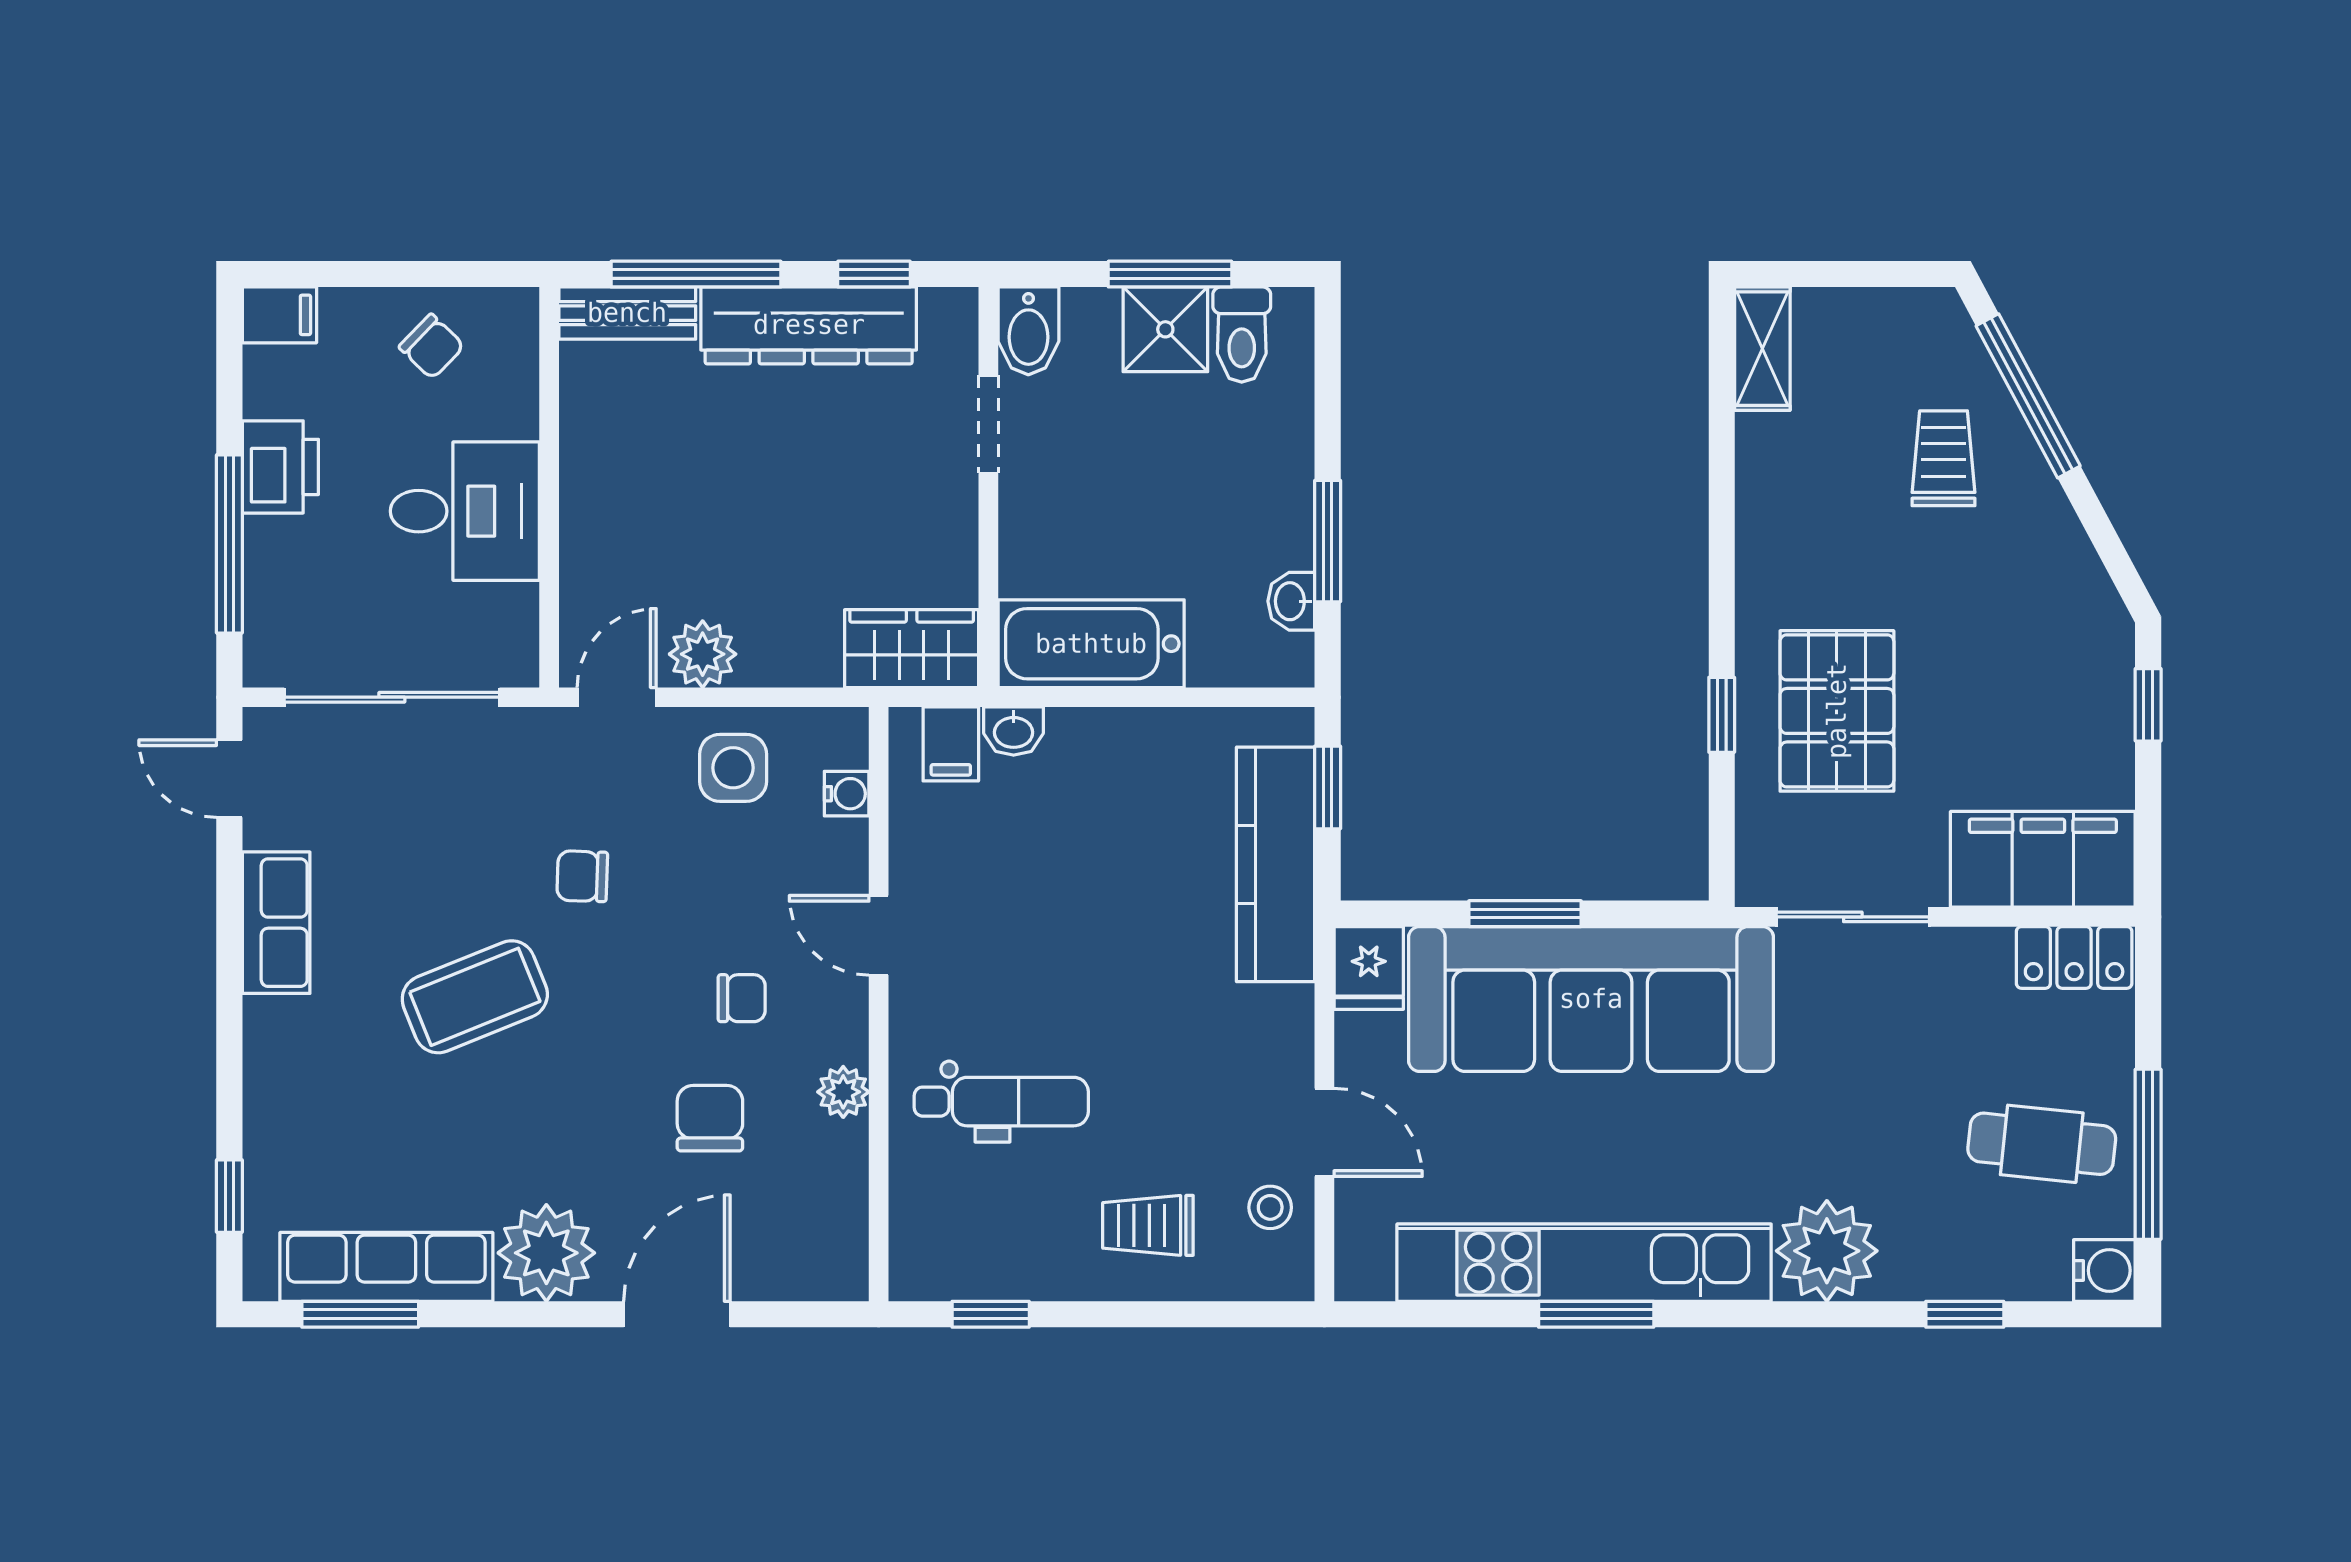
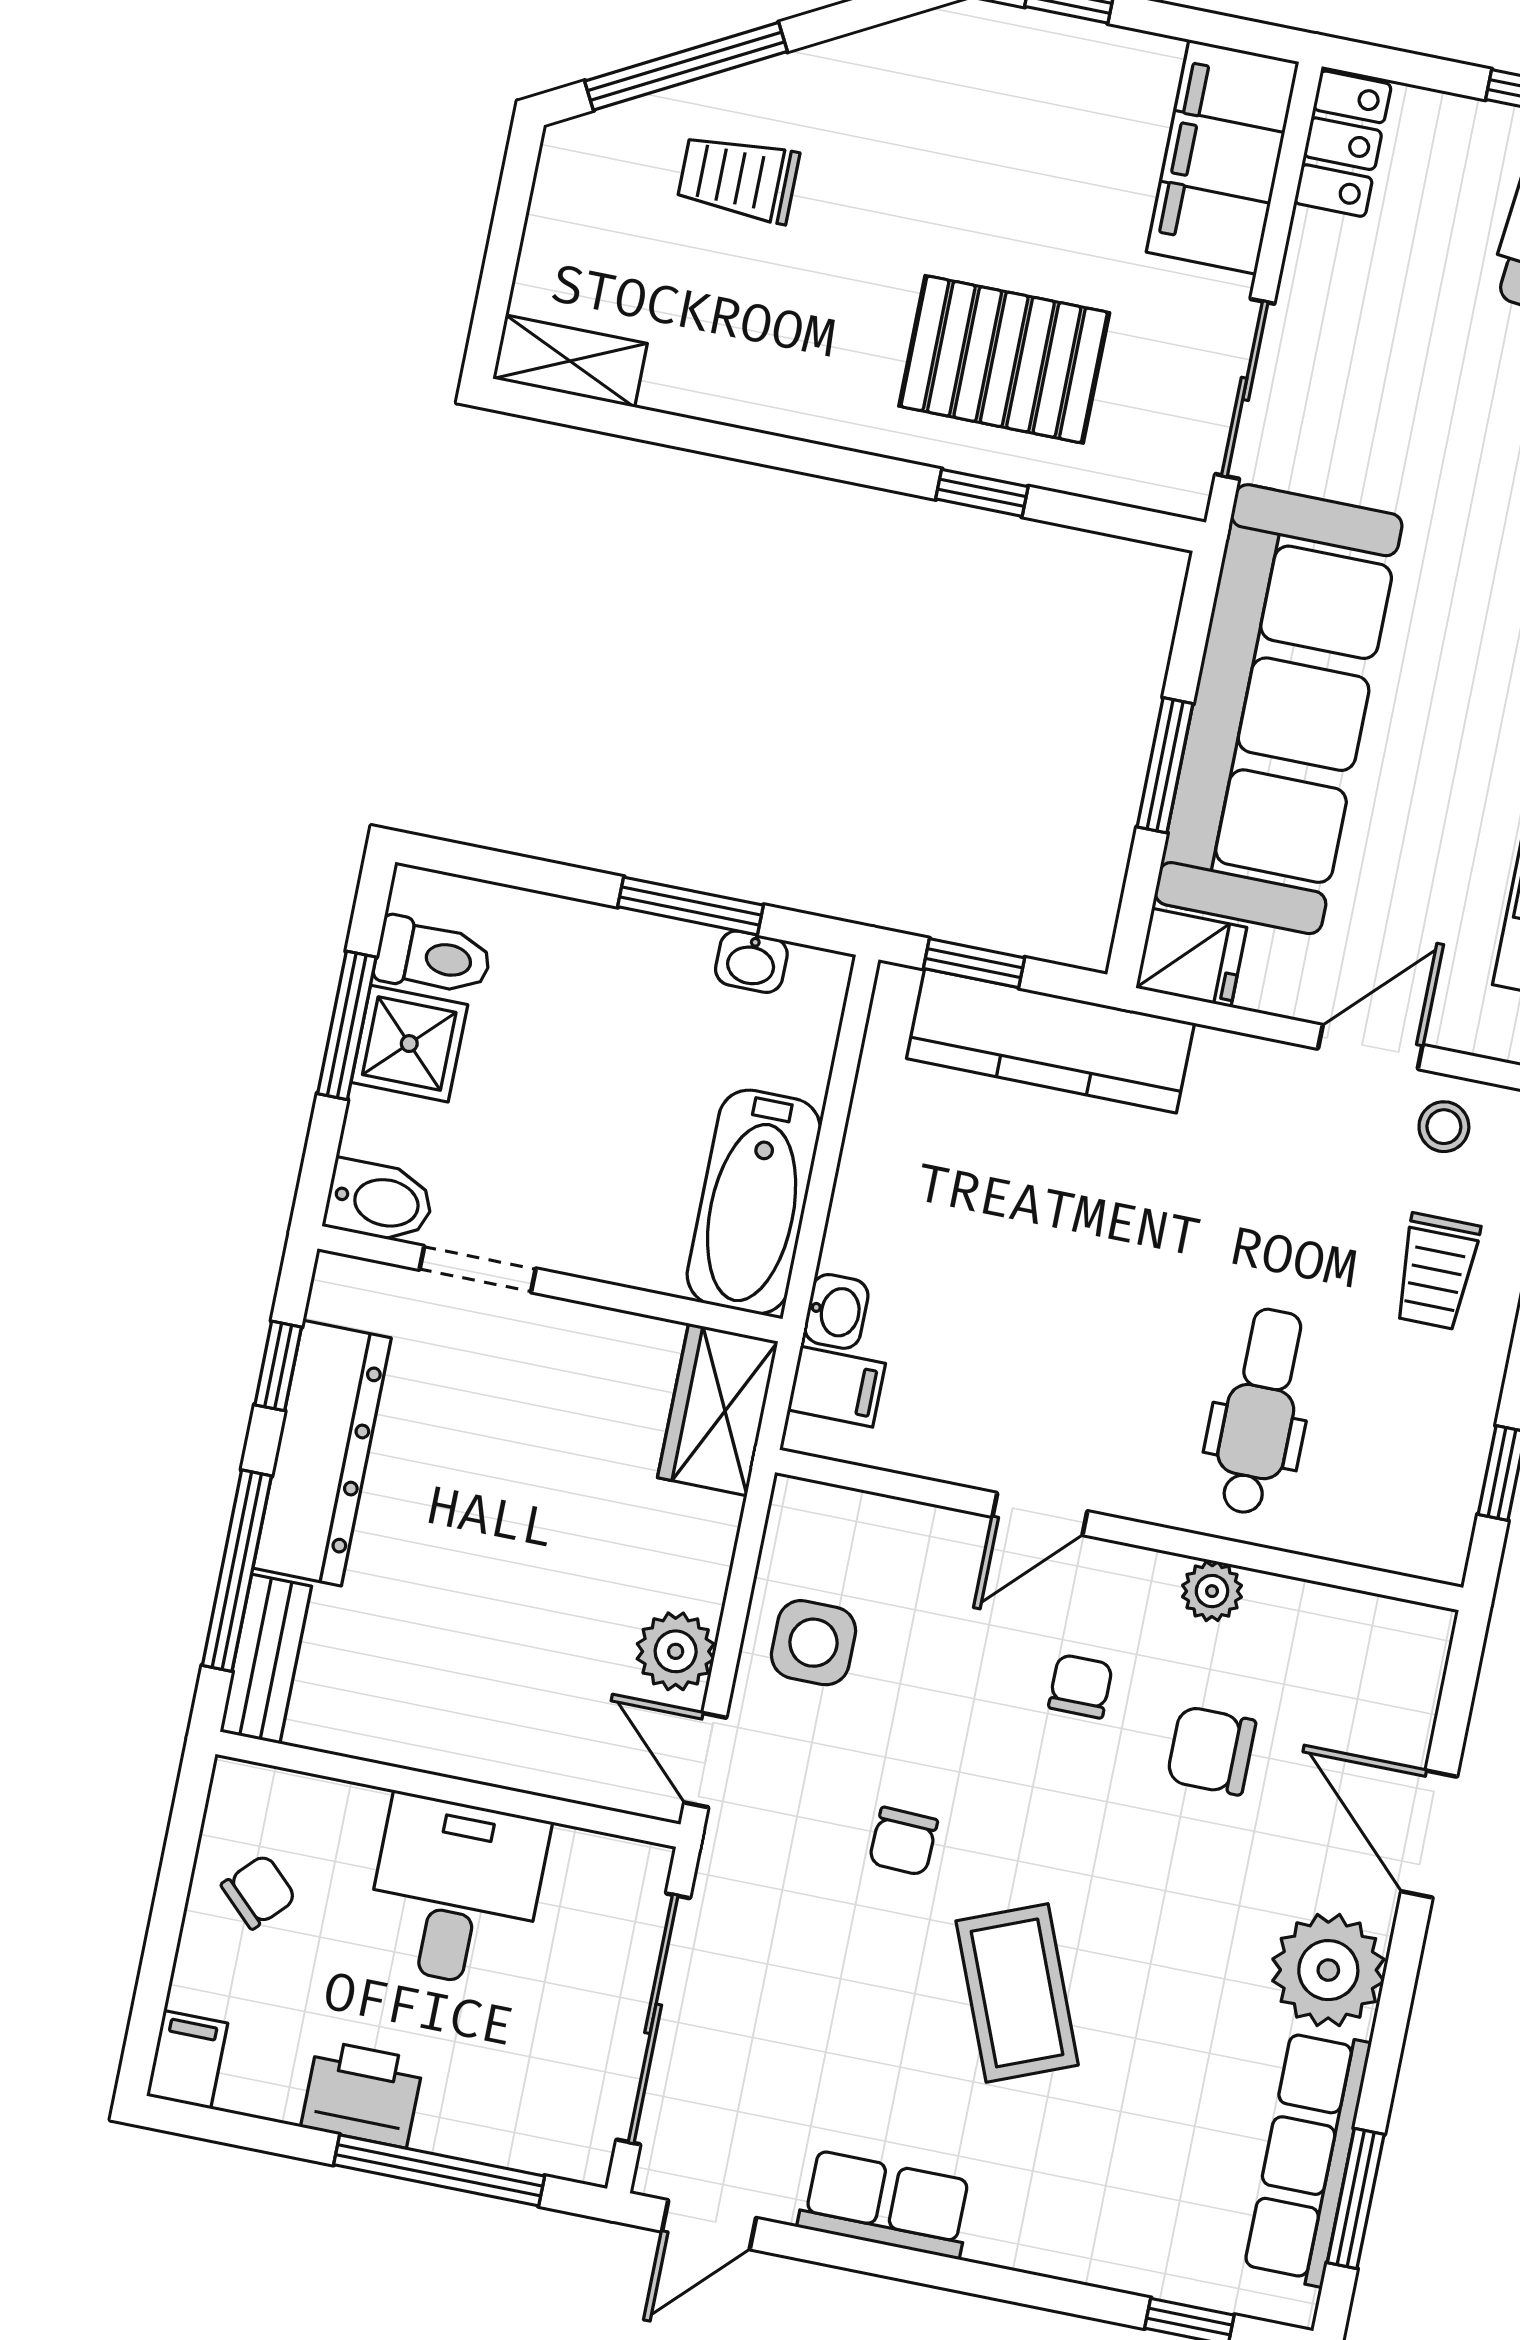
water cooler: (847, 794) -> (870, 1518), removed

